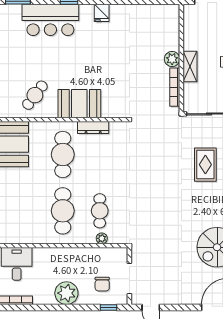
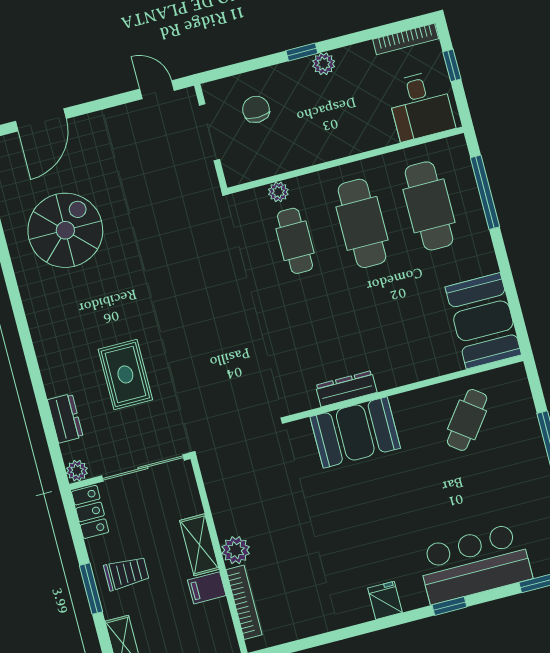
filing cabinet: (192, 43) -> (207, 588), added
bookcase: (175, 87) -> (244, 602), moved
booth: (79, 104) -> (355, 432), moved
cafe table: (63, 154) -> (429, 206), moved
plant: (66, 293) -> (324, 64), width x0.53, depth x0.53
window: (109, 308) -> (302, 52), moved

